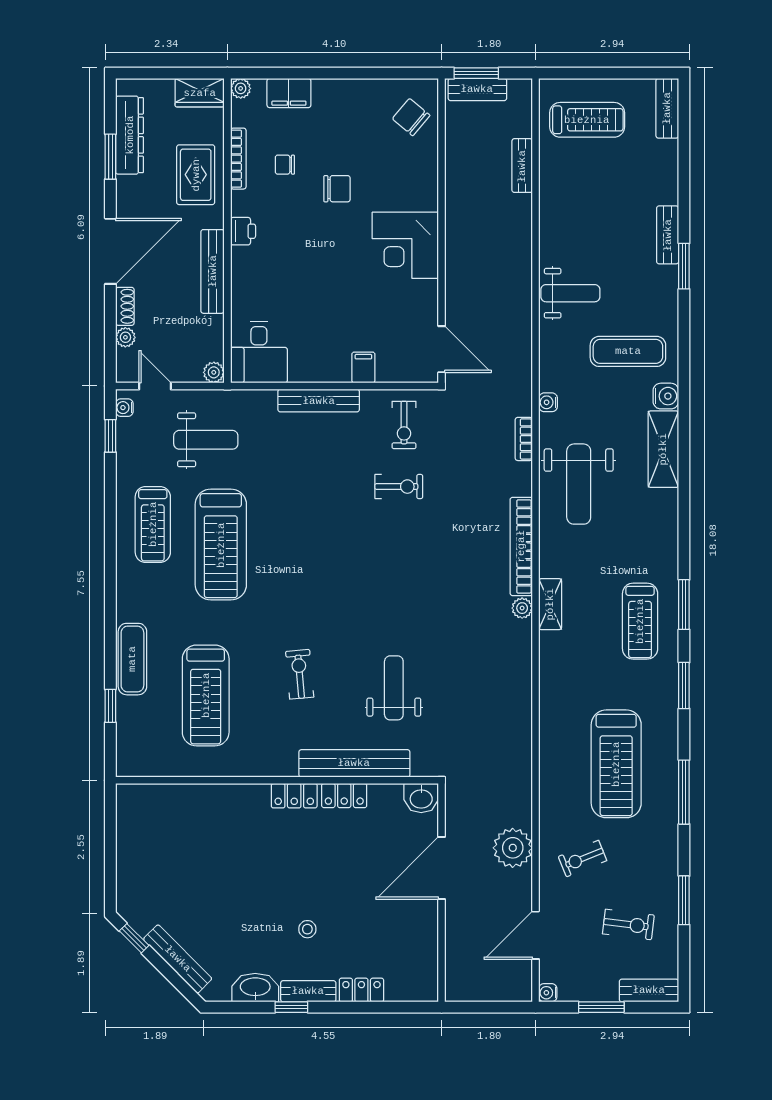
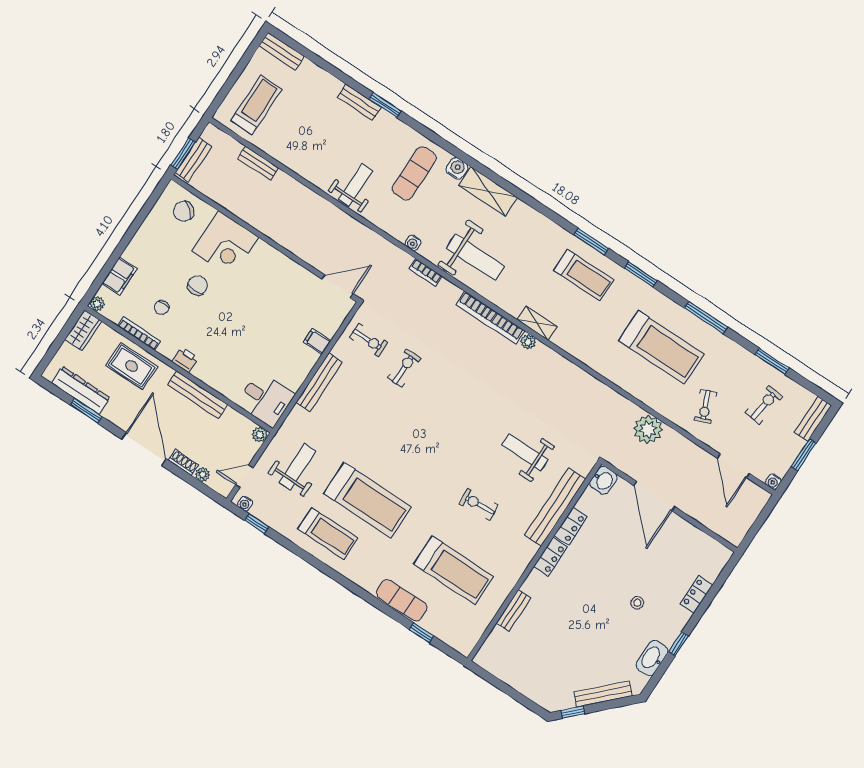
corner desk: (405, 245) -> (225, 244), moved
plant: (513, 848) -> (648, 429), moved
bench: (308, 991) -> (514, 611), moved

